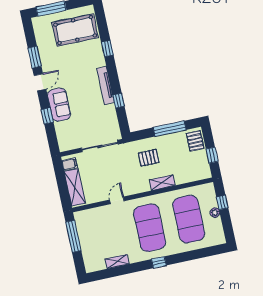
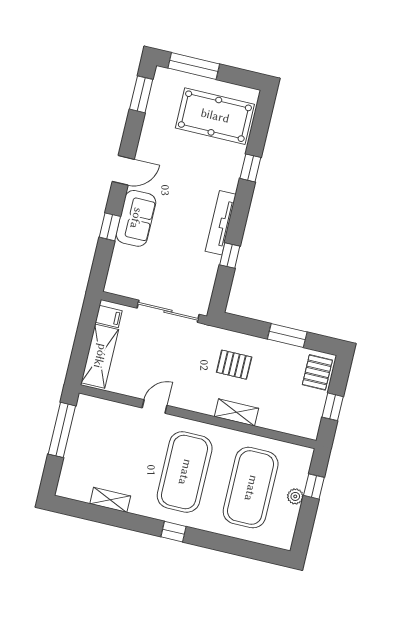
window: (35, 57) -> (141, 94), moved
window: (170, 129) -> (287, 335), width x0.69

